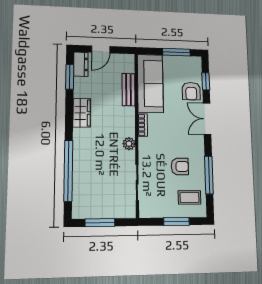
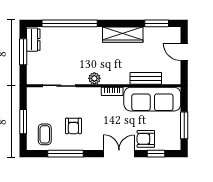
dresser: (81, 64) -> (33, 40), moved, turned -90
wardrobe: (82, 113) -> (123, 35), width x1.50

